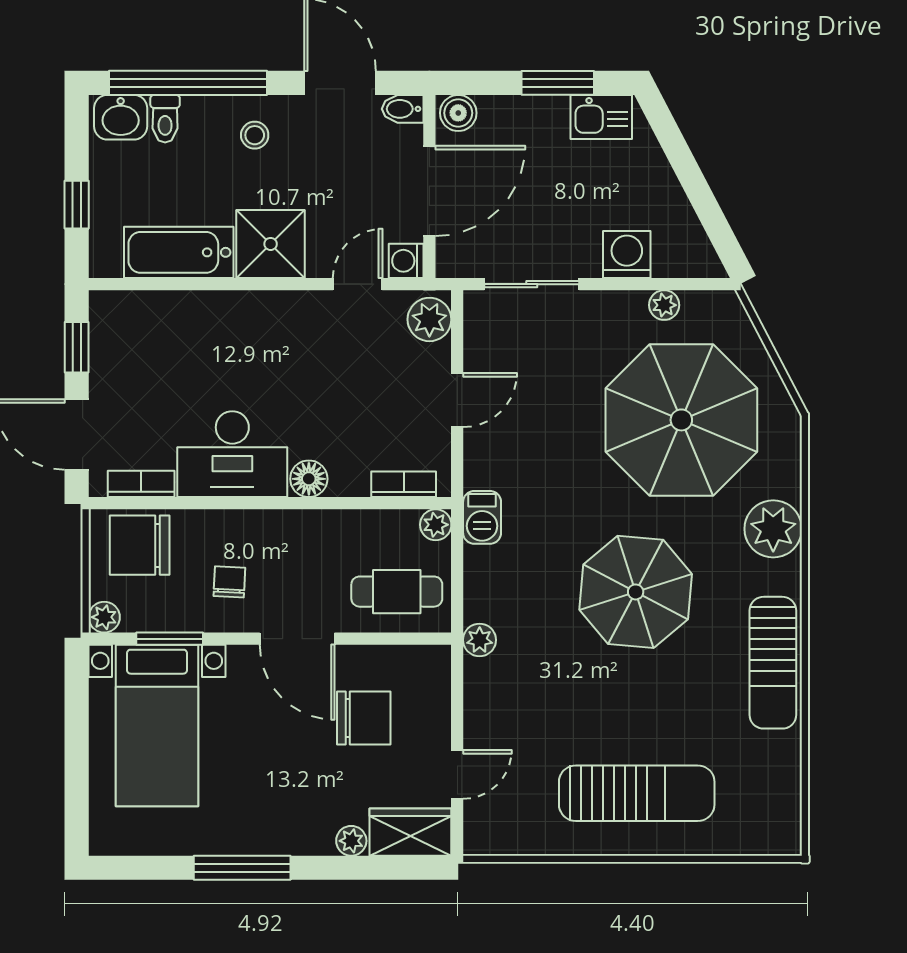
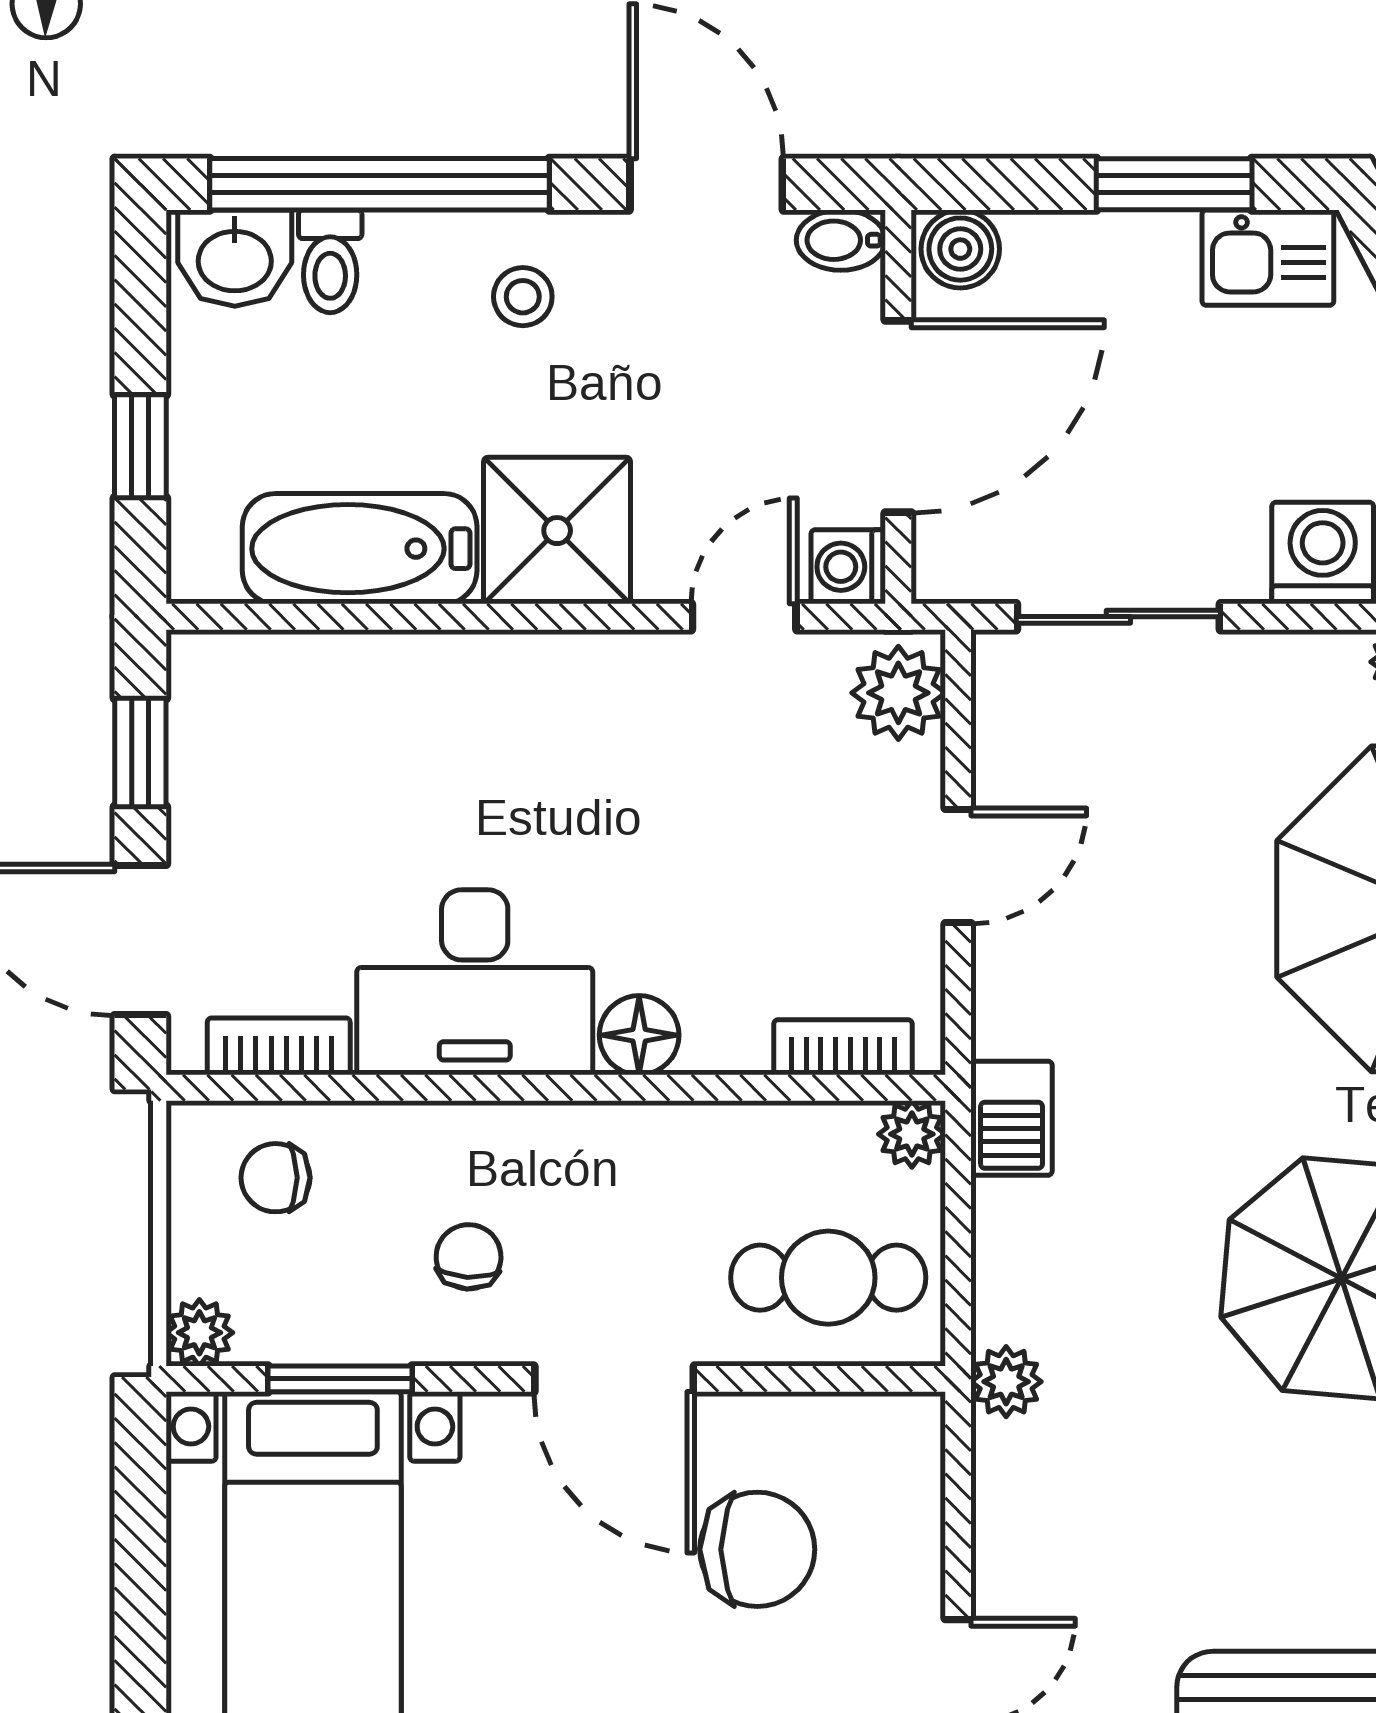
chair: (140, 545) -> (275, 1178), width x0.54, depth x0.54

